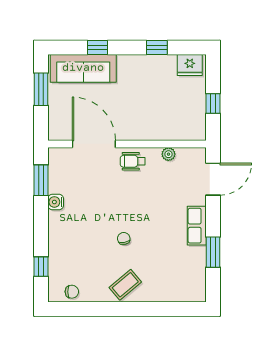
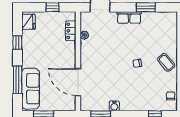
window: (97, 48) -> (17, 80), width x2.17
locker: (176, 133) -> (71, 31), added
door: (94, 144) -> (78, 82), hinge flipped
wheelchair: (133, 161) -> (89, 58), removed

